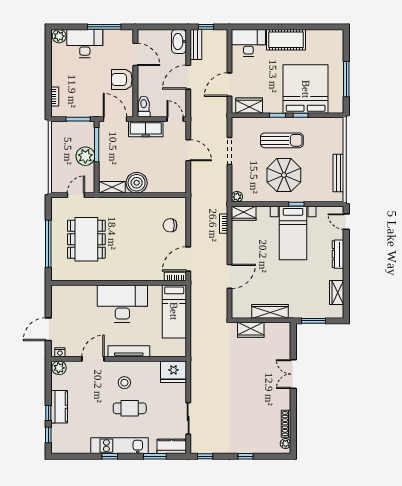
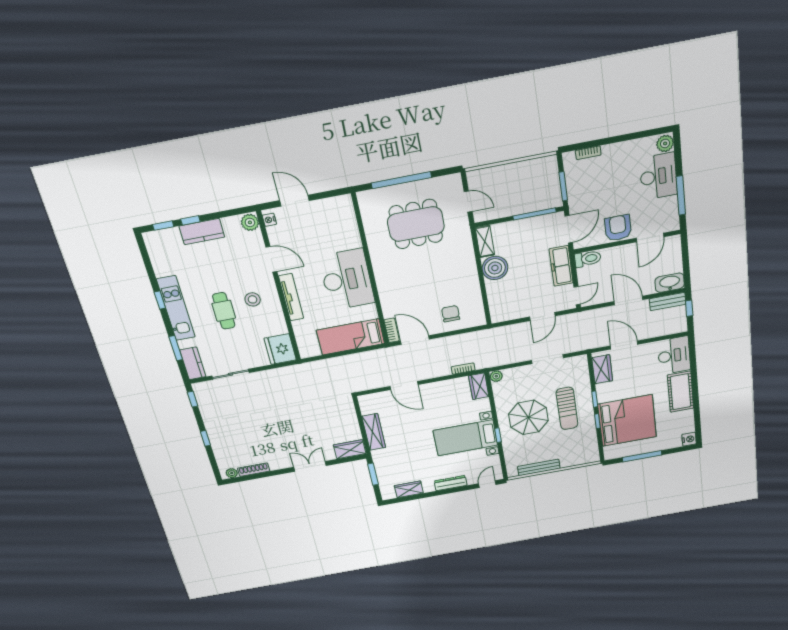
nightstand: (337, 36) -> (689, 439), added
plant: (85, 156) -> (518, 204), removed
wardrobe: (251, 330) -> (350, 449), moved, turned 90

